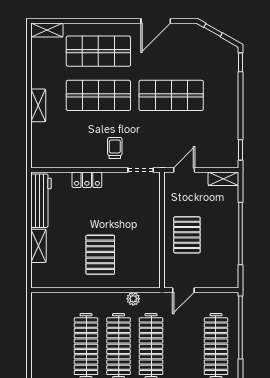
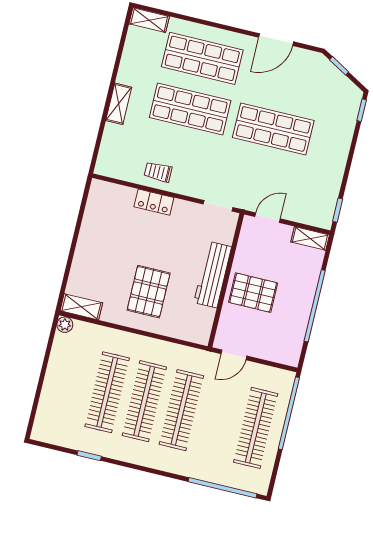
trolley: (115, 148) -> (158, 172), moved, turned -90
workbench: (41, 201) -> (213, 275), moved, turned 180
pallet: (187, 235) -> (253, 293), turned 90
shelving: (38, 246) -> (81, 307), moved, turned 90
plant: (133, 299) -> (65, 325), moved

